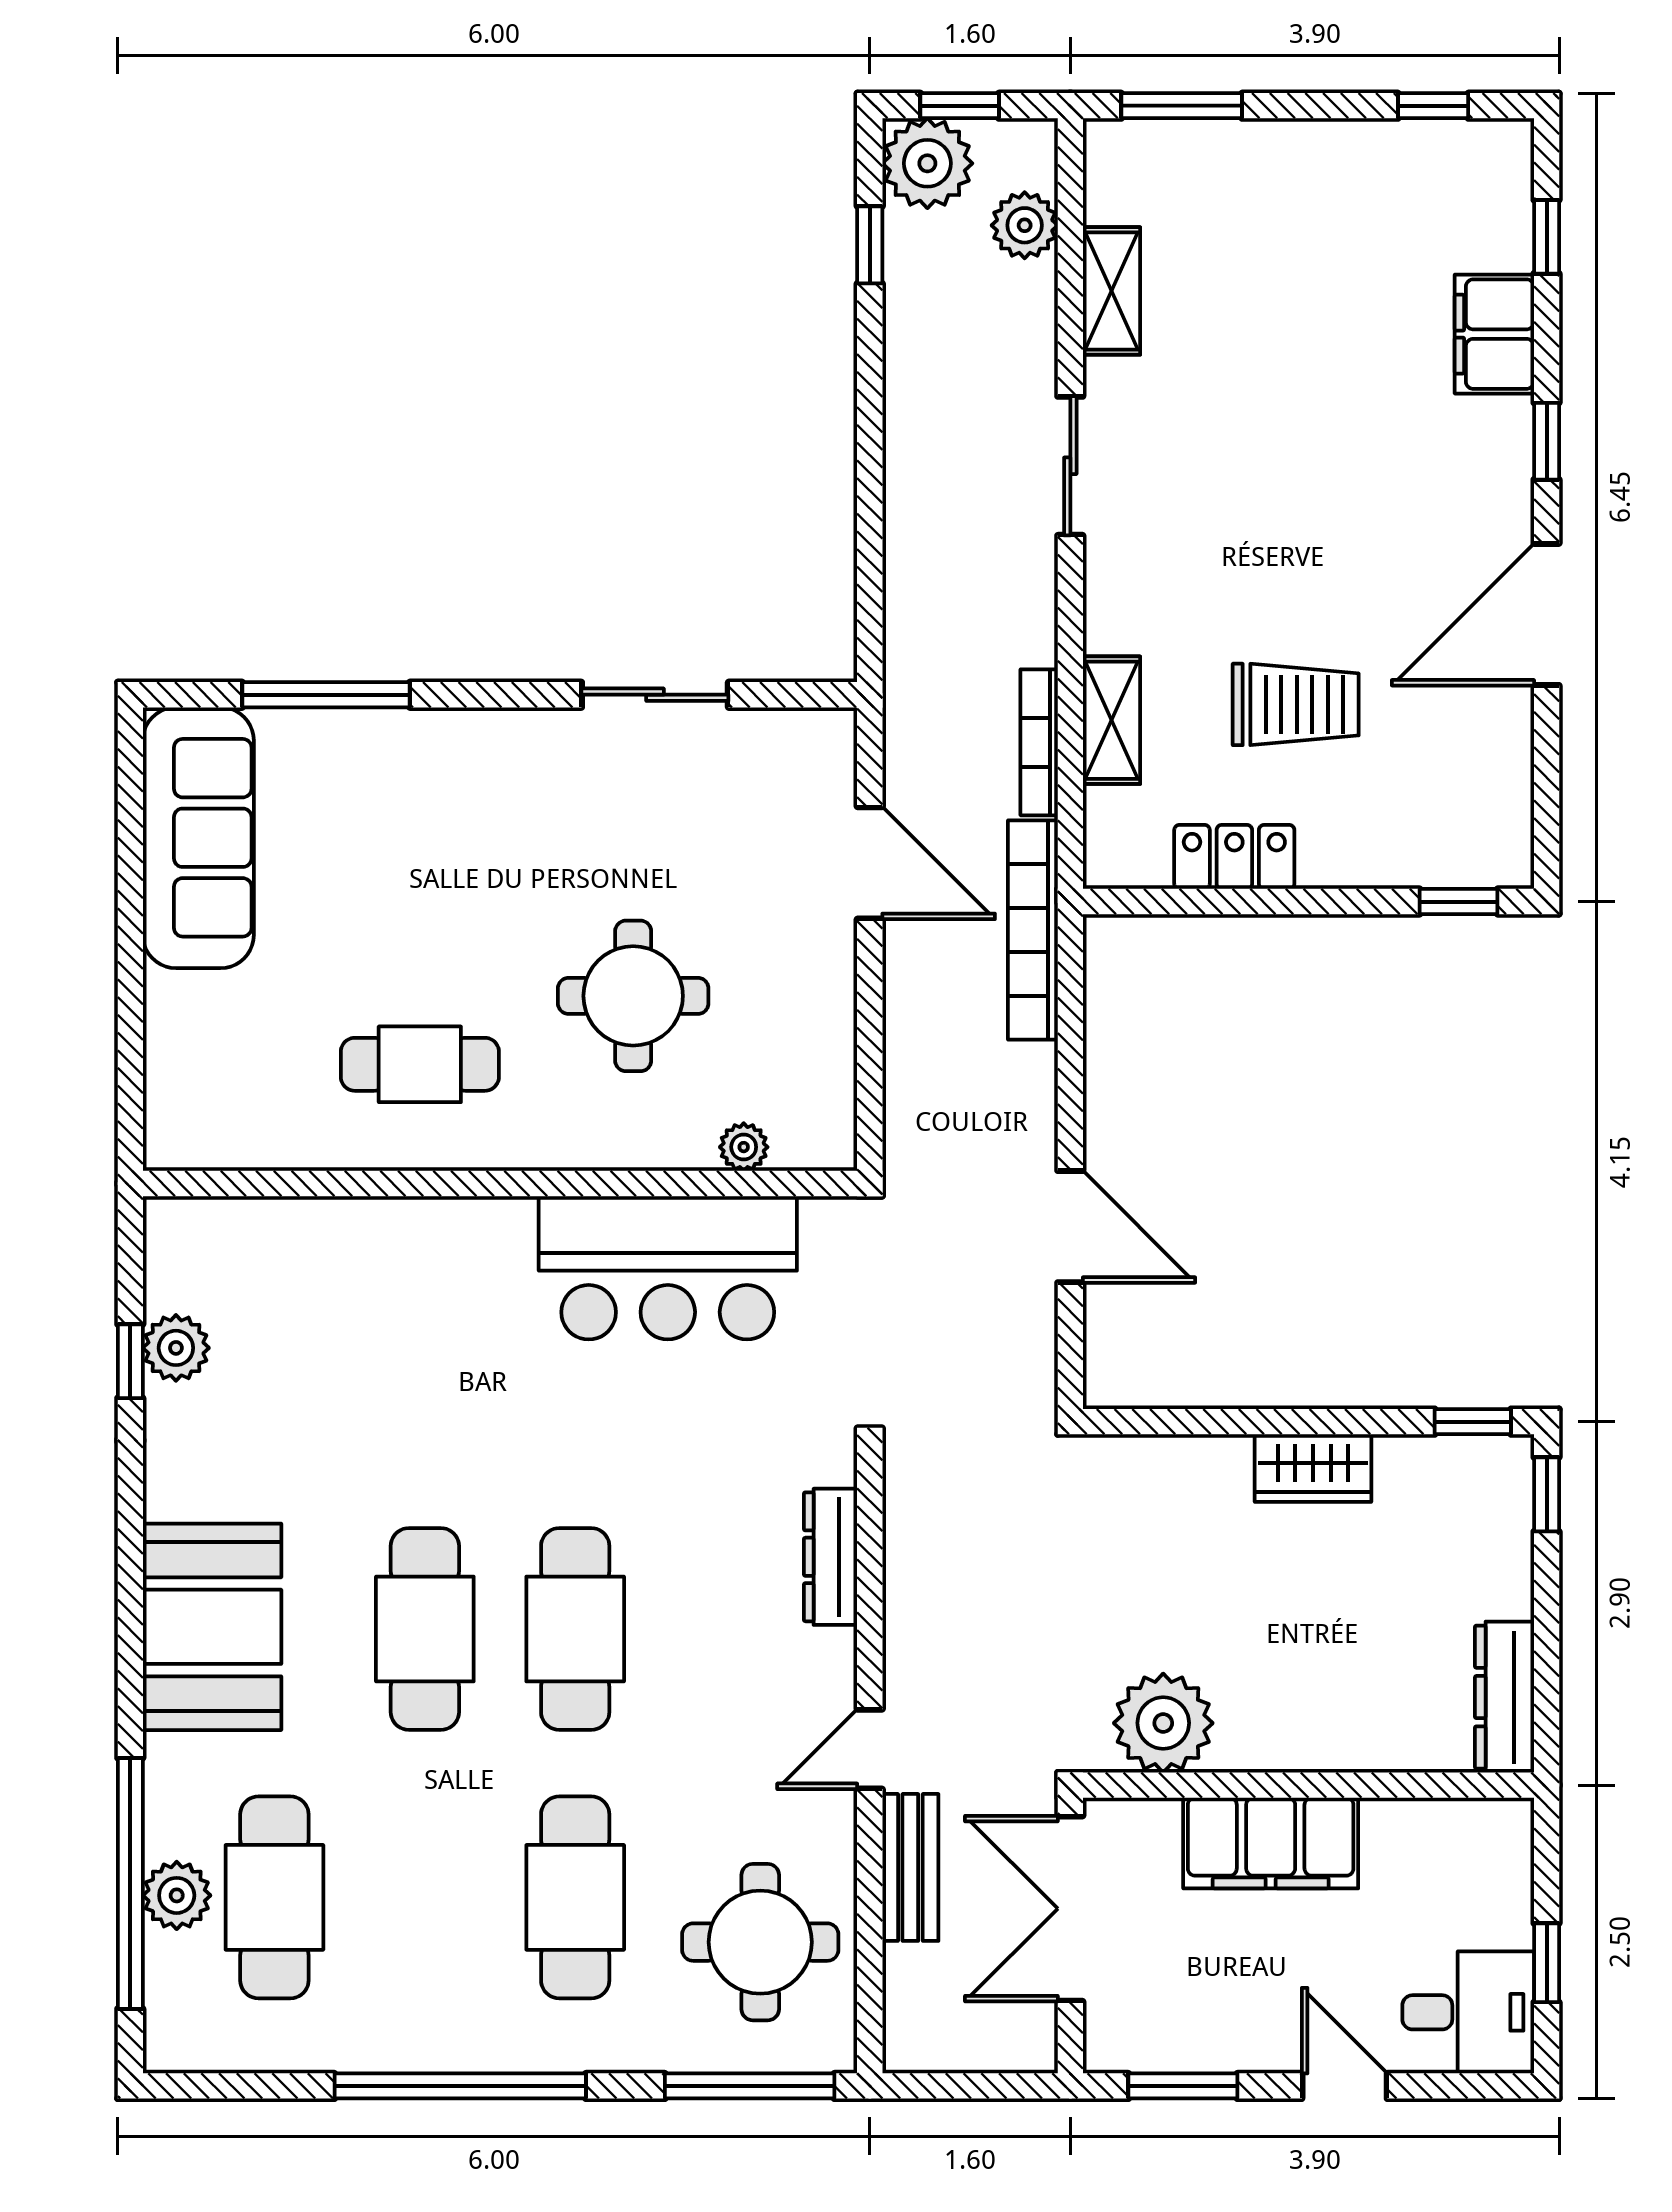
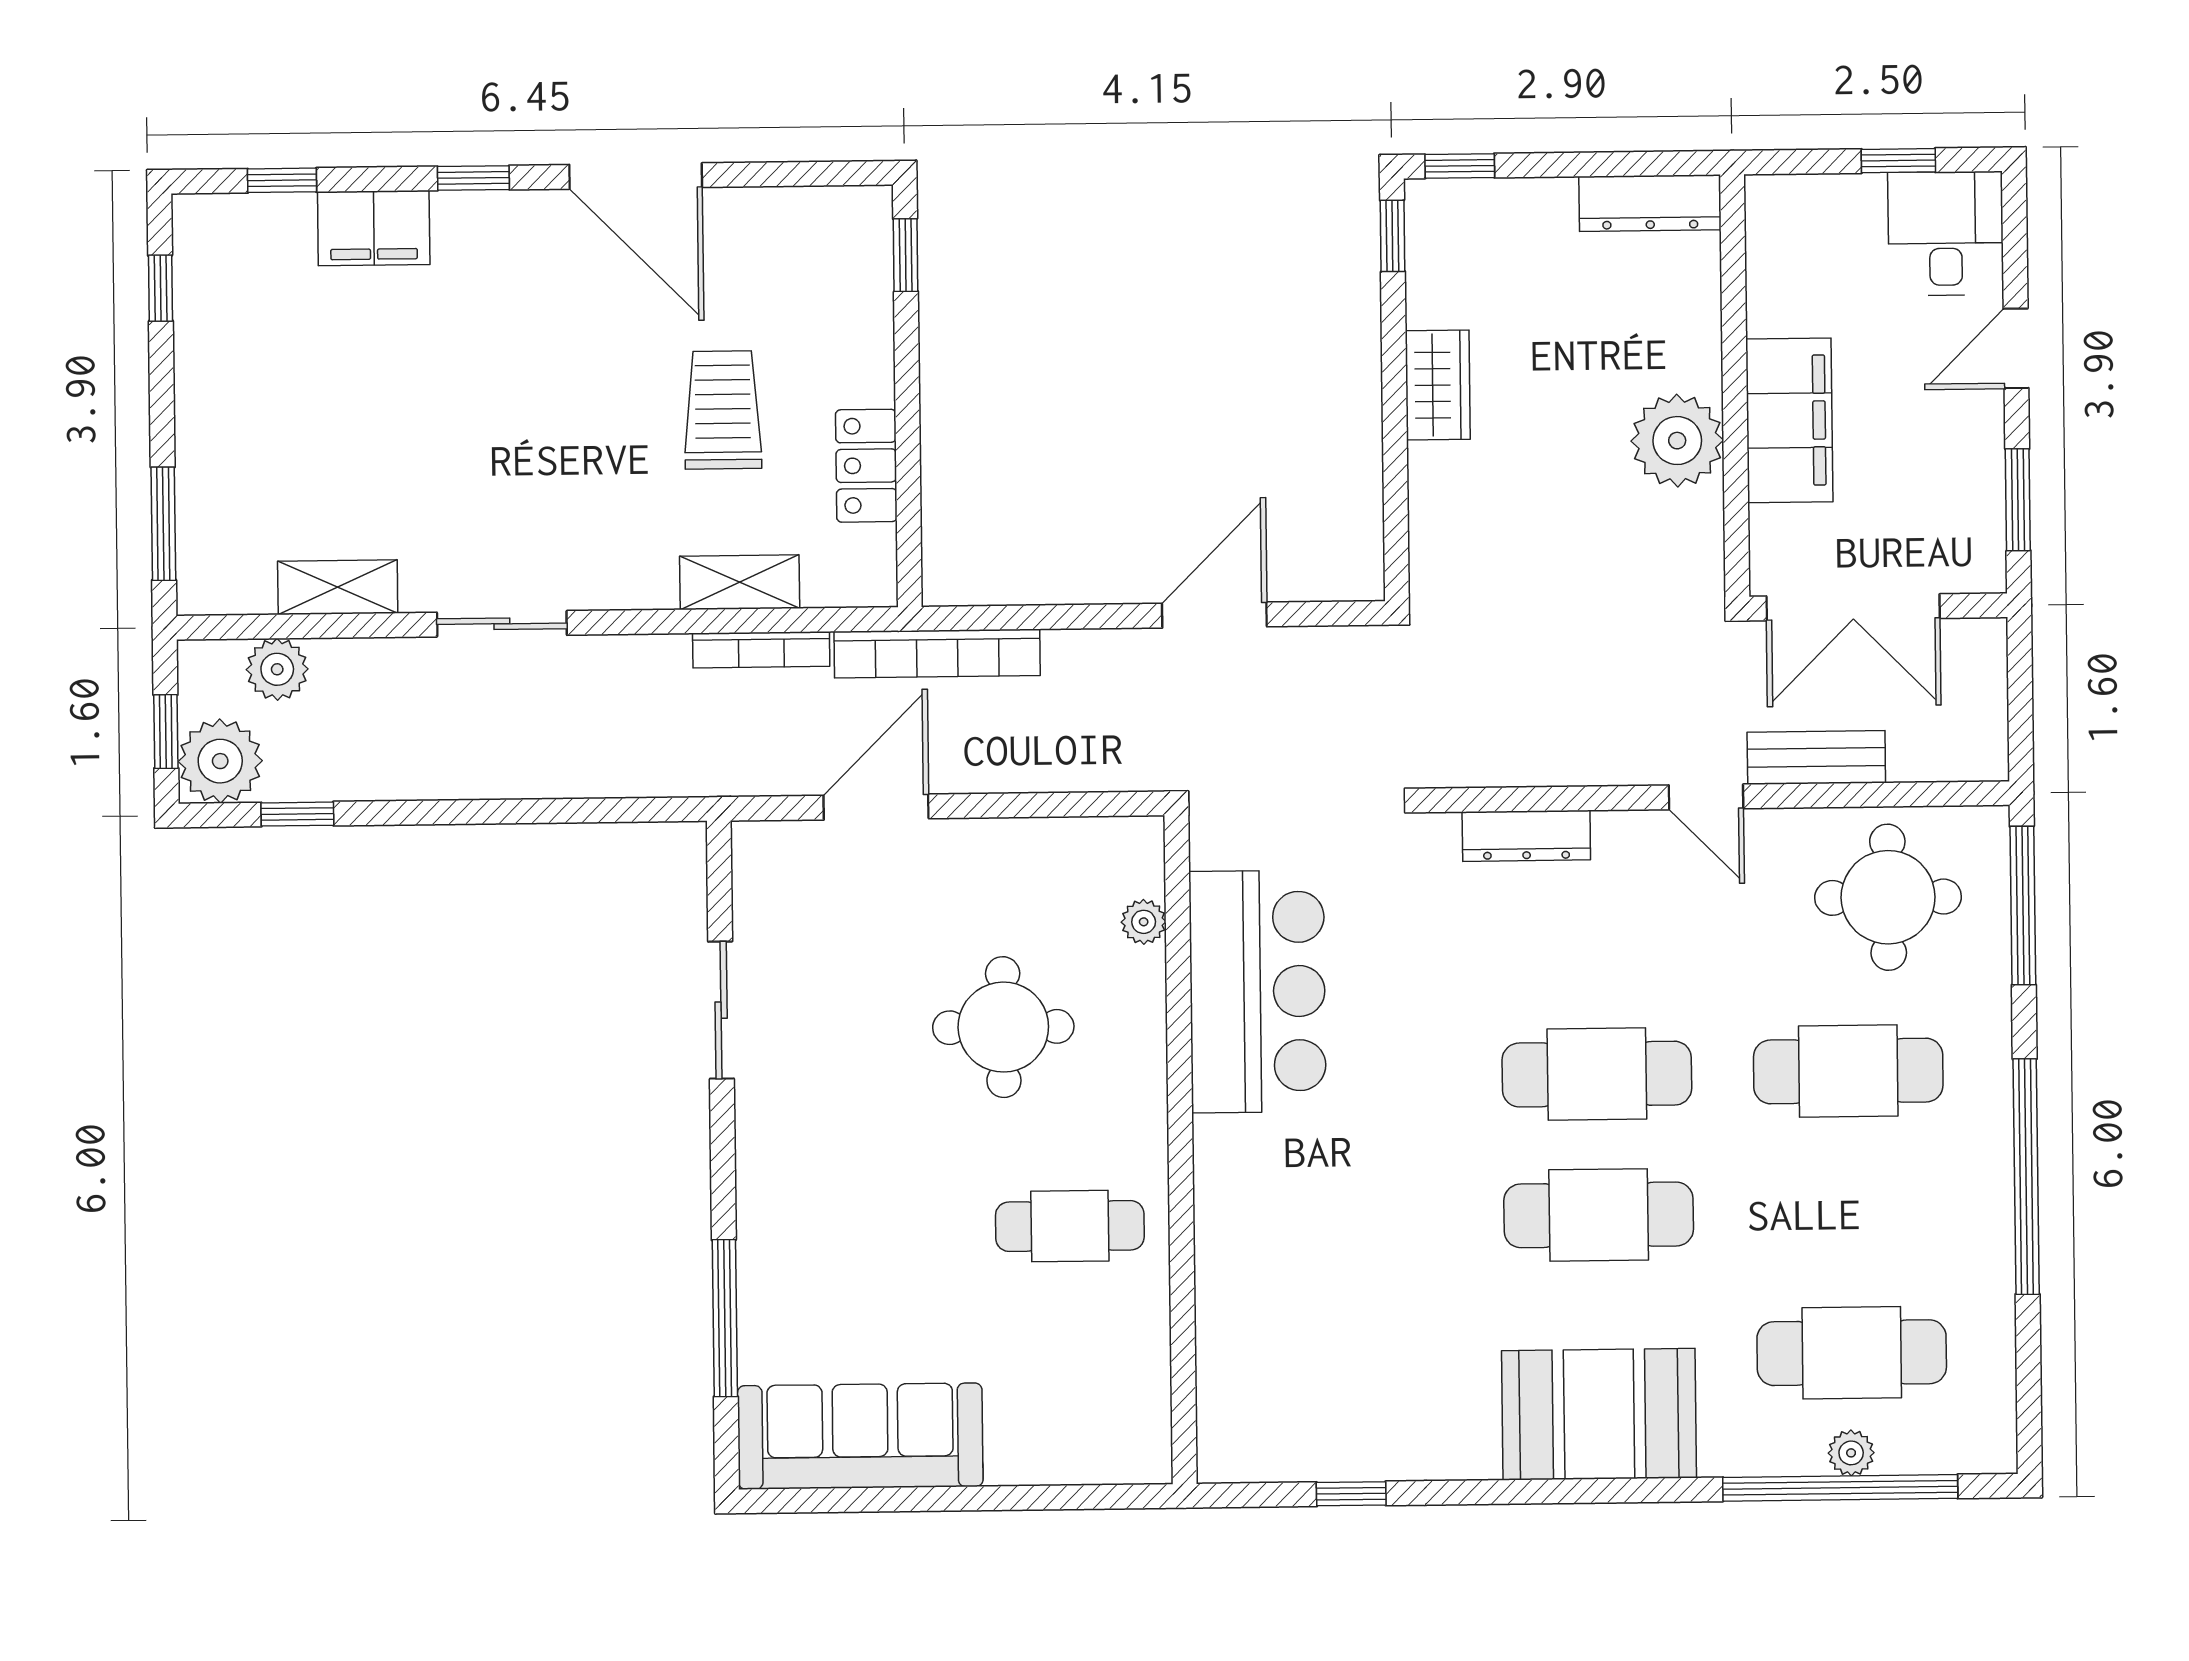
cafe table: (420, 1064) -> (1070, 1226), turned 90
plant: (176, 1348) -> (1338, 1451), removed
plant: (1163, 1723) -> (1677, 441), moved
plant: (177, 1895) -> (1851, 1453), width x0.73, depth x0.73

